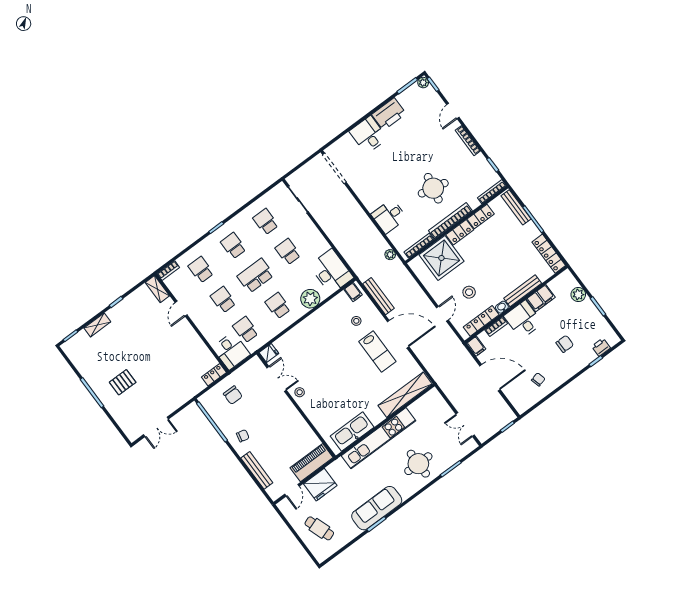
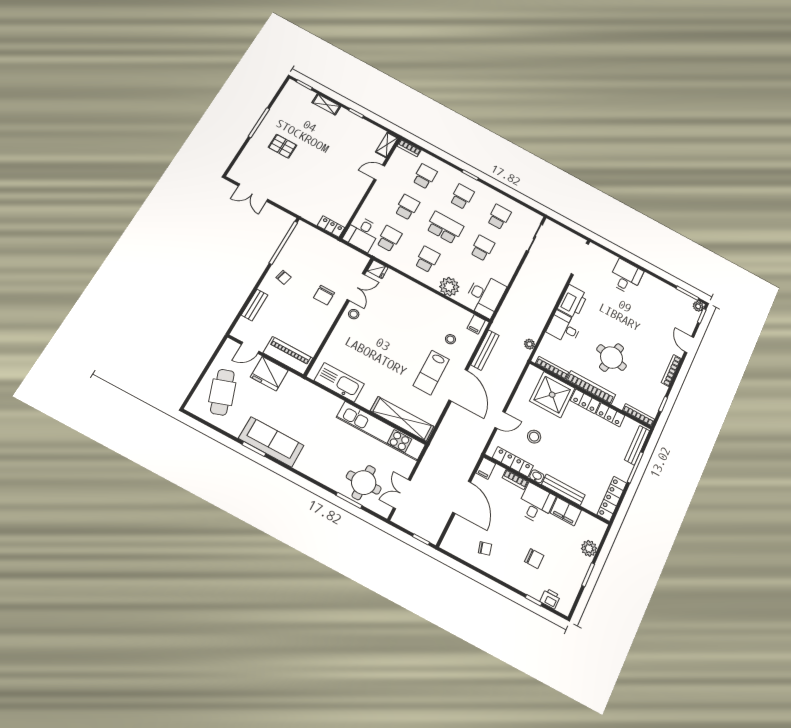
door: (453, 111) -> (689, 345), hinge flipped
printer: (389, 114) -> (573, 301), moved, turned -90
chair: (233, 395) -> (324, 295), moved
kitchen unit: (379, 438) -> (381, 431), moved
round table: (418, 464) -> (364, 483), moved
bench: (257, 470) -> (254, 305), width x0.73
cafe table: (319, 528) -> (222, 392), width x1.37, depth x1.35

